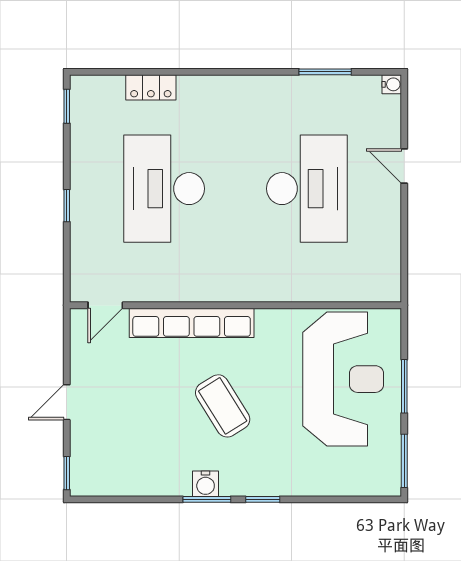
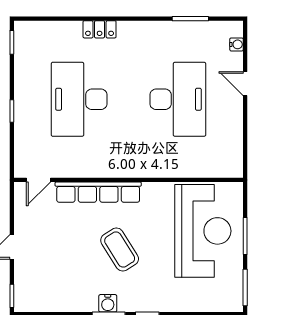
water cooler: (392, 84) -> (237, 44), moved
locker: (151, 87) -> (100, 29), moved

